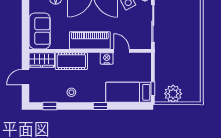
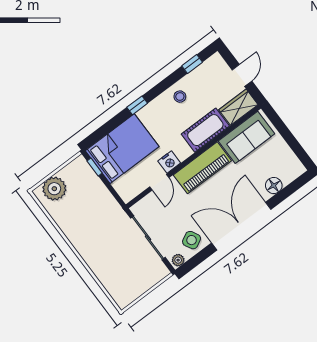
sofa: (40, 31) -> (246, 137), moved, turned -90
door: (122, 51) -> (159, 182), hinge flipped
bed: (128, 92) -> (122, 149), width x1.50
plant: (173, 94) -> (54, 189), moved

